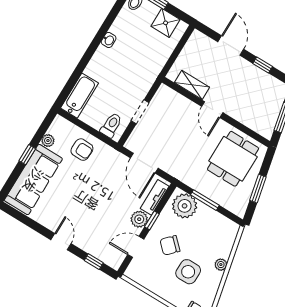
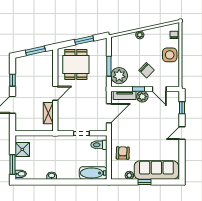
dining table: (233, 159) -> (76, 64), turned 90
side table: (188, 272) -> (170, 55), moved

